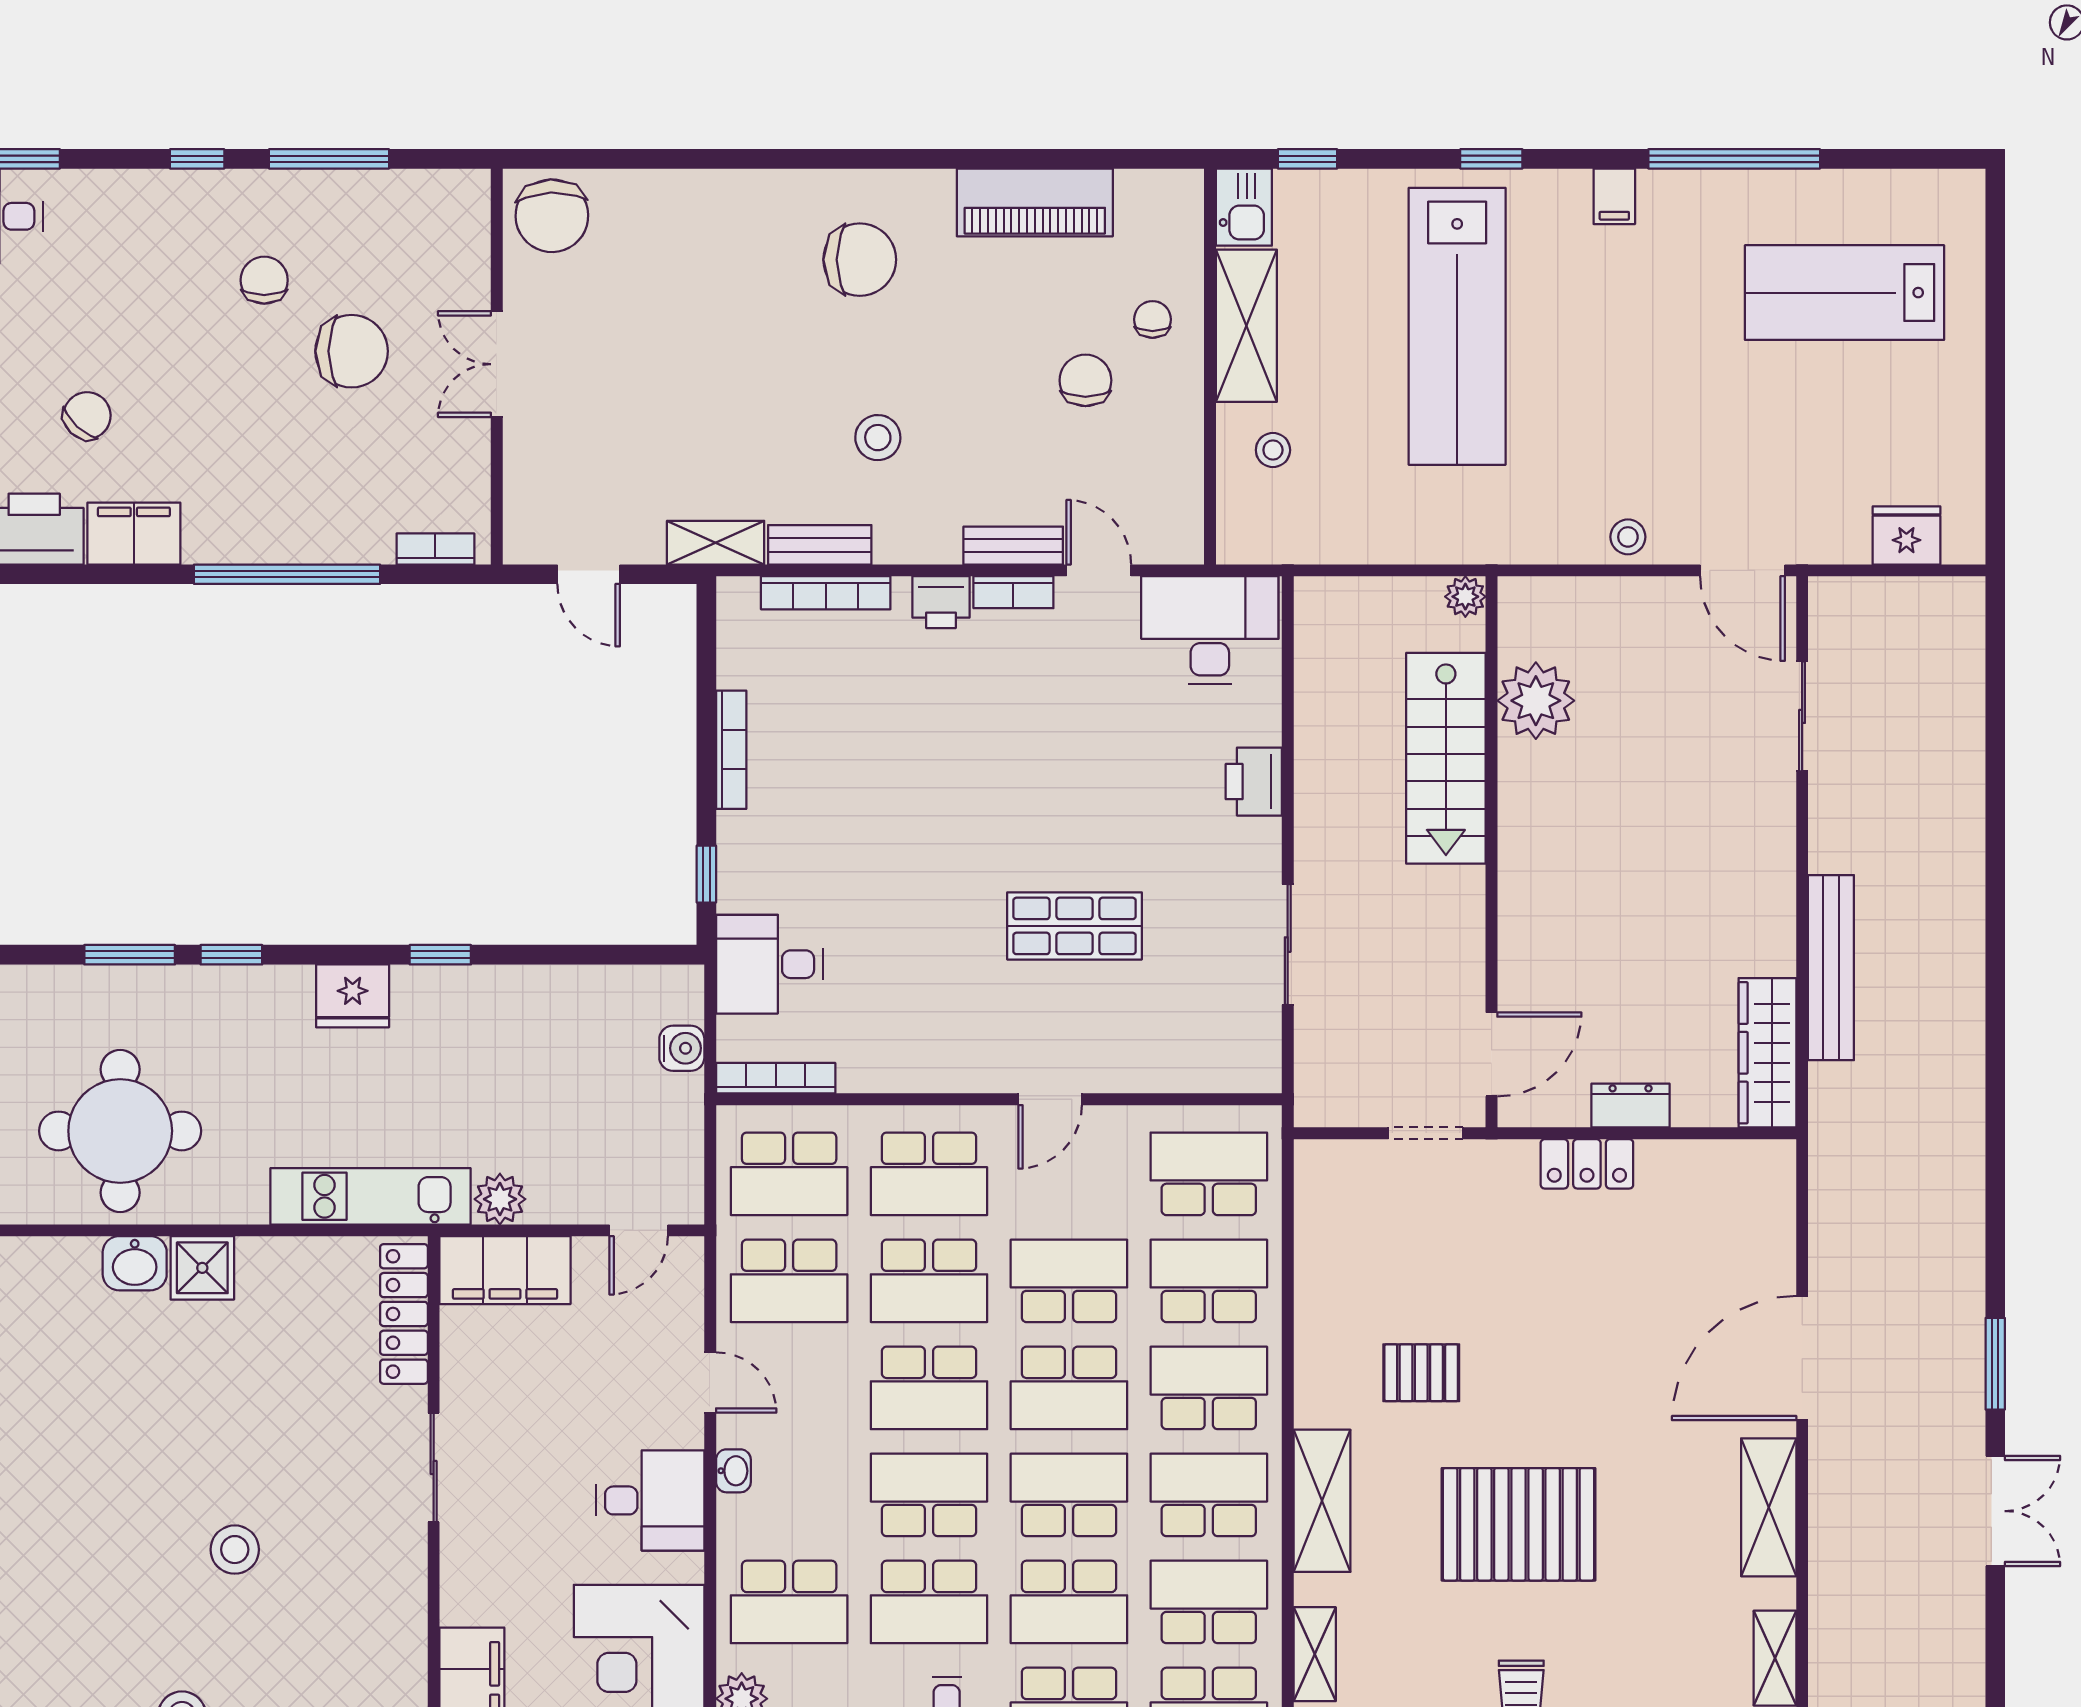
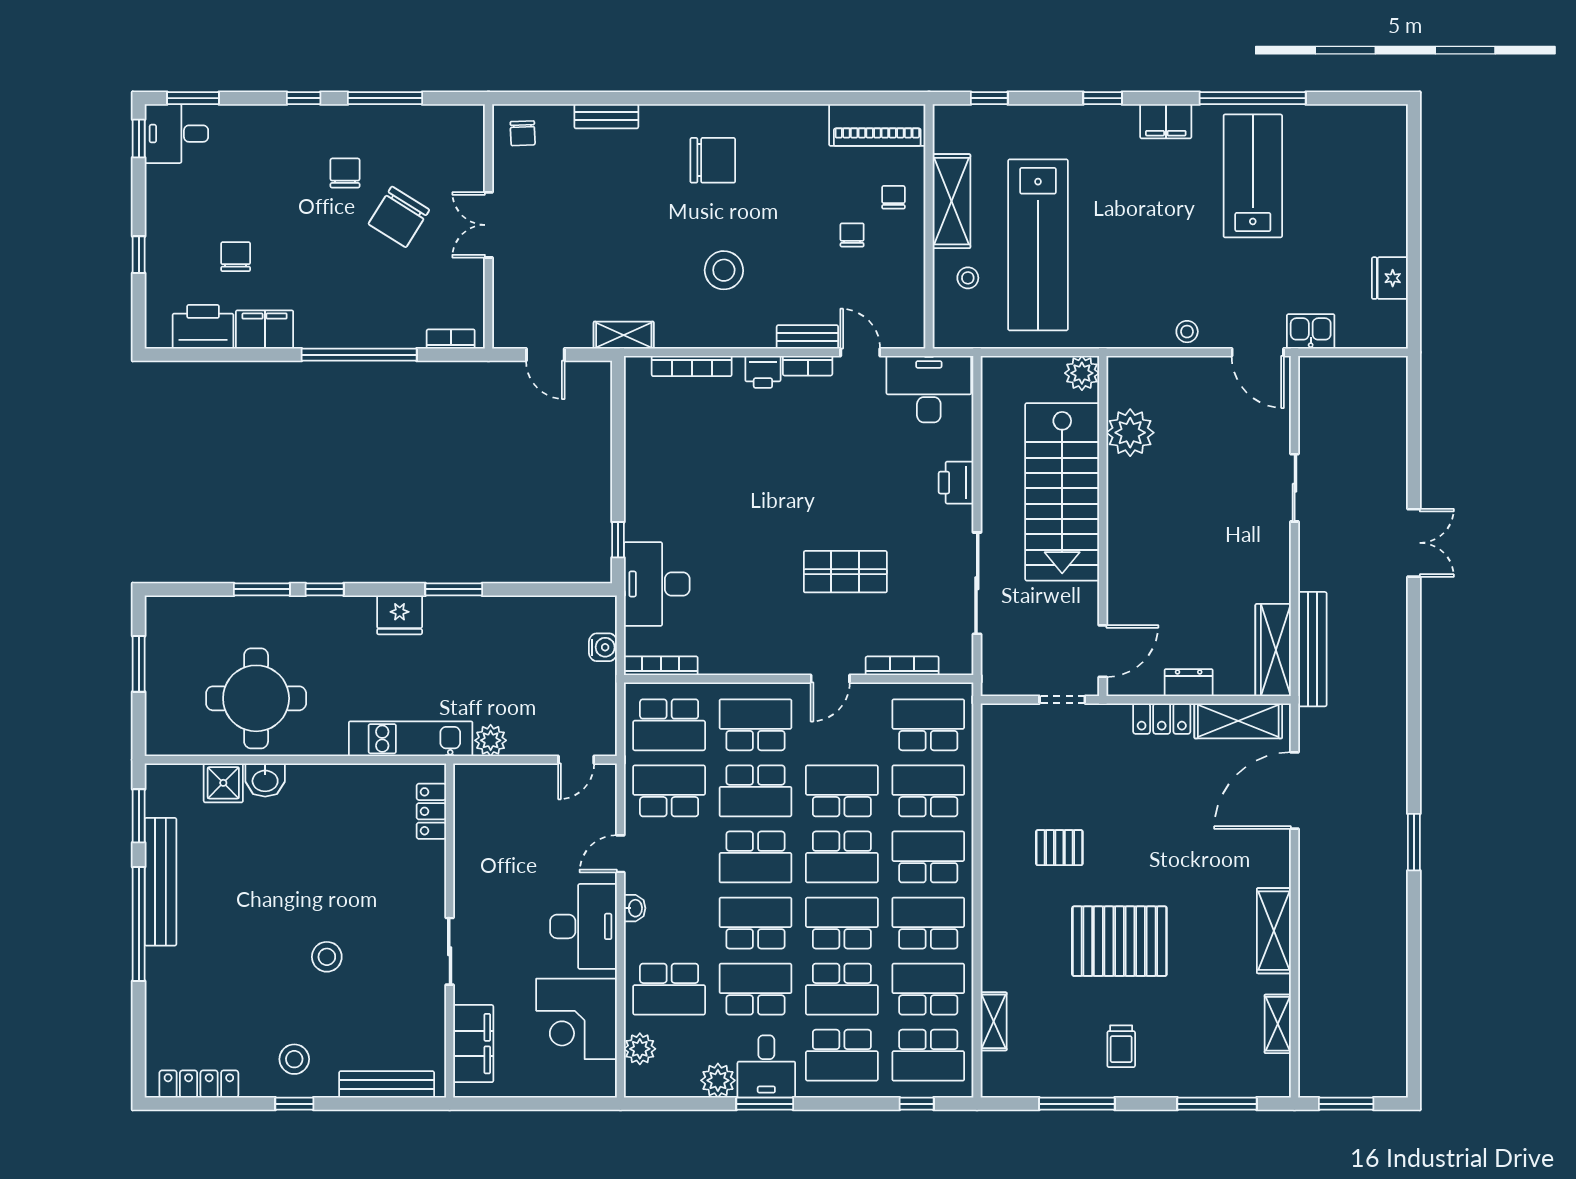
filing cabinet: (1614, 196) -> (1166, 121), width x2.00
piano: (1035, 202) -> (877, 125), moved
kitchen sink: (1244, 207) -> (1311, 331), moved, turned -90
chair: (552, 216) -> (523, 133), width x0.54, depth x0.54
lab bench: (1845, 293) -> (1253, 176), moved, turned 90
lab bench: (1457, 326) -> (1038, 245), moved
chair: (352, 351) -> (399, 217), turned 122
chair: (1085, 380) -> (852, 235), width x0.73, depth x0.73
chair: (87, 416) -> (236, 257), turned -43
stool: (878, 438) -> (724, 270), width x1.38, depth x1.38
fridge: (1906, 535) -> (1390, 278), moved, turned -90
bench: (820, 545) -> (606, 116), moved
plant: (1465, 597) -> (1082, 373), width x1.38, depth x1.38
sliding door: (1802, 716) -> (1295, 488), moved
bookcase: (731, 750) -> (902, 666), moved, turned -90
stairs: (1446, 758) -> (1062, 492), width x1.36, depth x1.51
sliding door: (1288, 945) -> (977, 583), width x1.37
window: (440, 955) -> (454, 589), width x1.50
desk: (769, 964) -> (657, 584), width x1.37
bench: (1831, 968) -> (1312, 649), moved
school desk: (929, 1174) -> (755, 725), turned 180
shower: (202, 1268) -> (223, 783), moved
filing cabinet: (505, 1270) -> (494, 784), removed
school desk: (789, 1281) -> (669, 791), turned 180
locker: (404, 1314) -> (431, 811), width x0.66
door: (1802, 1358) -> (1295, 791), moved
door: (710, 1383) -> (620, 854), swing flipped
sliding door: (434, 1468) -> (450, 951), moved
desk: (650, 1500) -> (583, 926), width x1.37
shelving: (1322, 1501) -> (1238, 721), moved, turned 90
double door: (1995, 1511) -> (1414, 543), moved
school desk: (929, 1602) -> (755, 989), turned 180

